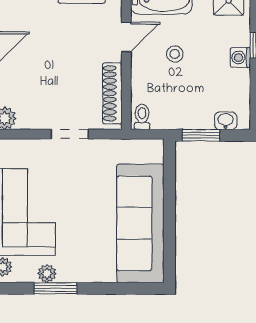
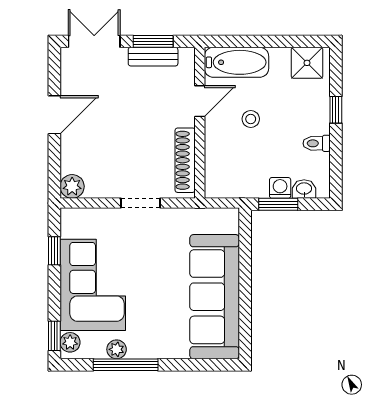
washing machine: (240, 58) -> (280, 188), moved, turned 90
toilet: (142, 117) -> (317, 143), moved, turned -90
window: (55, 288) -> (126, 365), width x1.44

